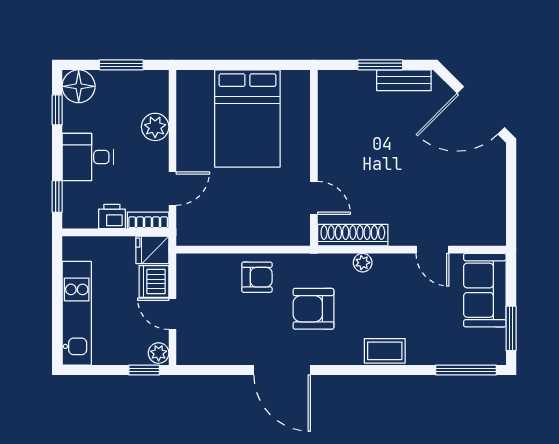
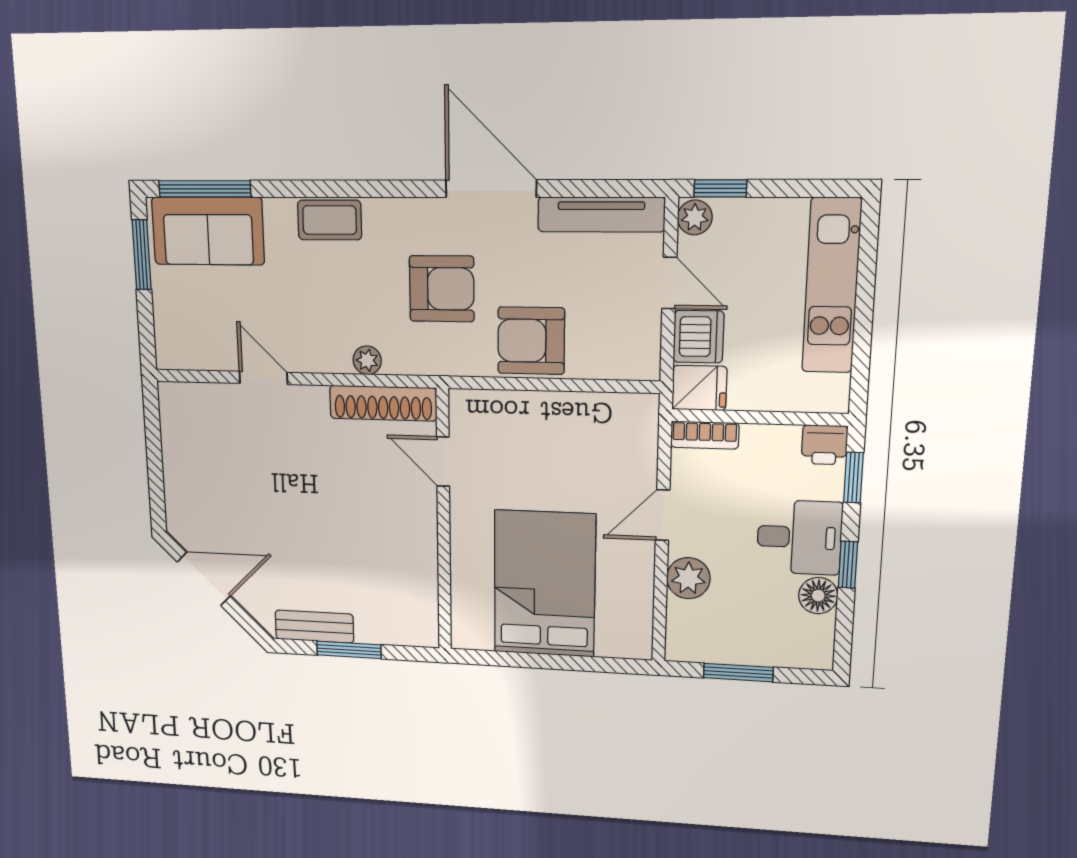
floor lamp: (79, 86) -> (818, 596), moved, width x0.73, depth x0.73
window: (57, 110) -> (848, 565), moved
door: (481, 110) -> (204, 579), width x0.73
door: (173, 189) -> (663, 515), moved
printer: (112, 216) -> (825, 445), moved
armchair: (257, 277) -> (531, 341), width x1.38, depth x1.38
sofa: (485, 290) -> (208, 231), moved, turned 90
tv unit: (215, 355) -> (601, 214), added

